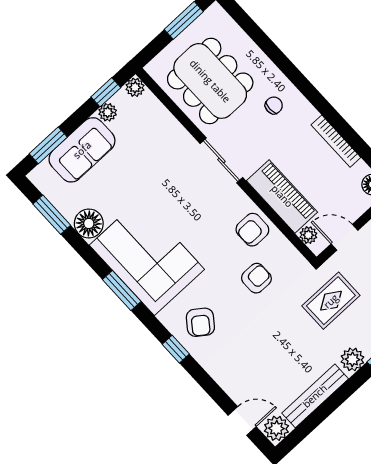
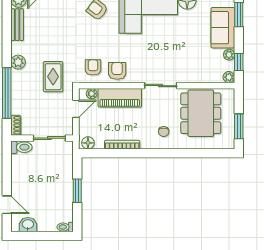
dining table: (210, 81) -> (201, 113), turned 90
armchair: (256, 278) -> (93, 67), moved, turned 180
bench: (315, 396) -> (17, 25), width x0.73

